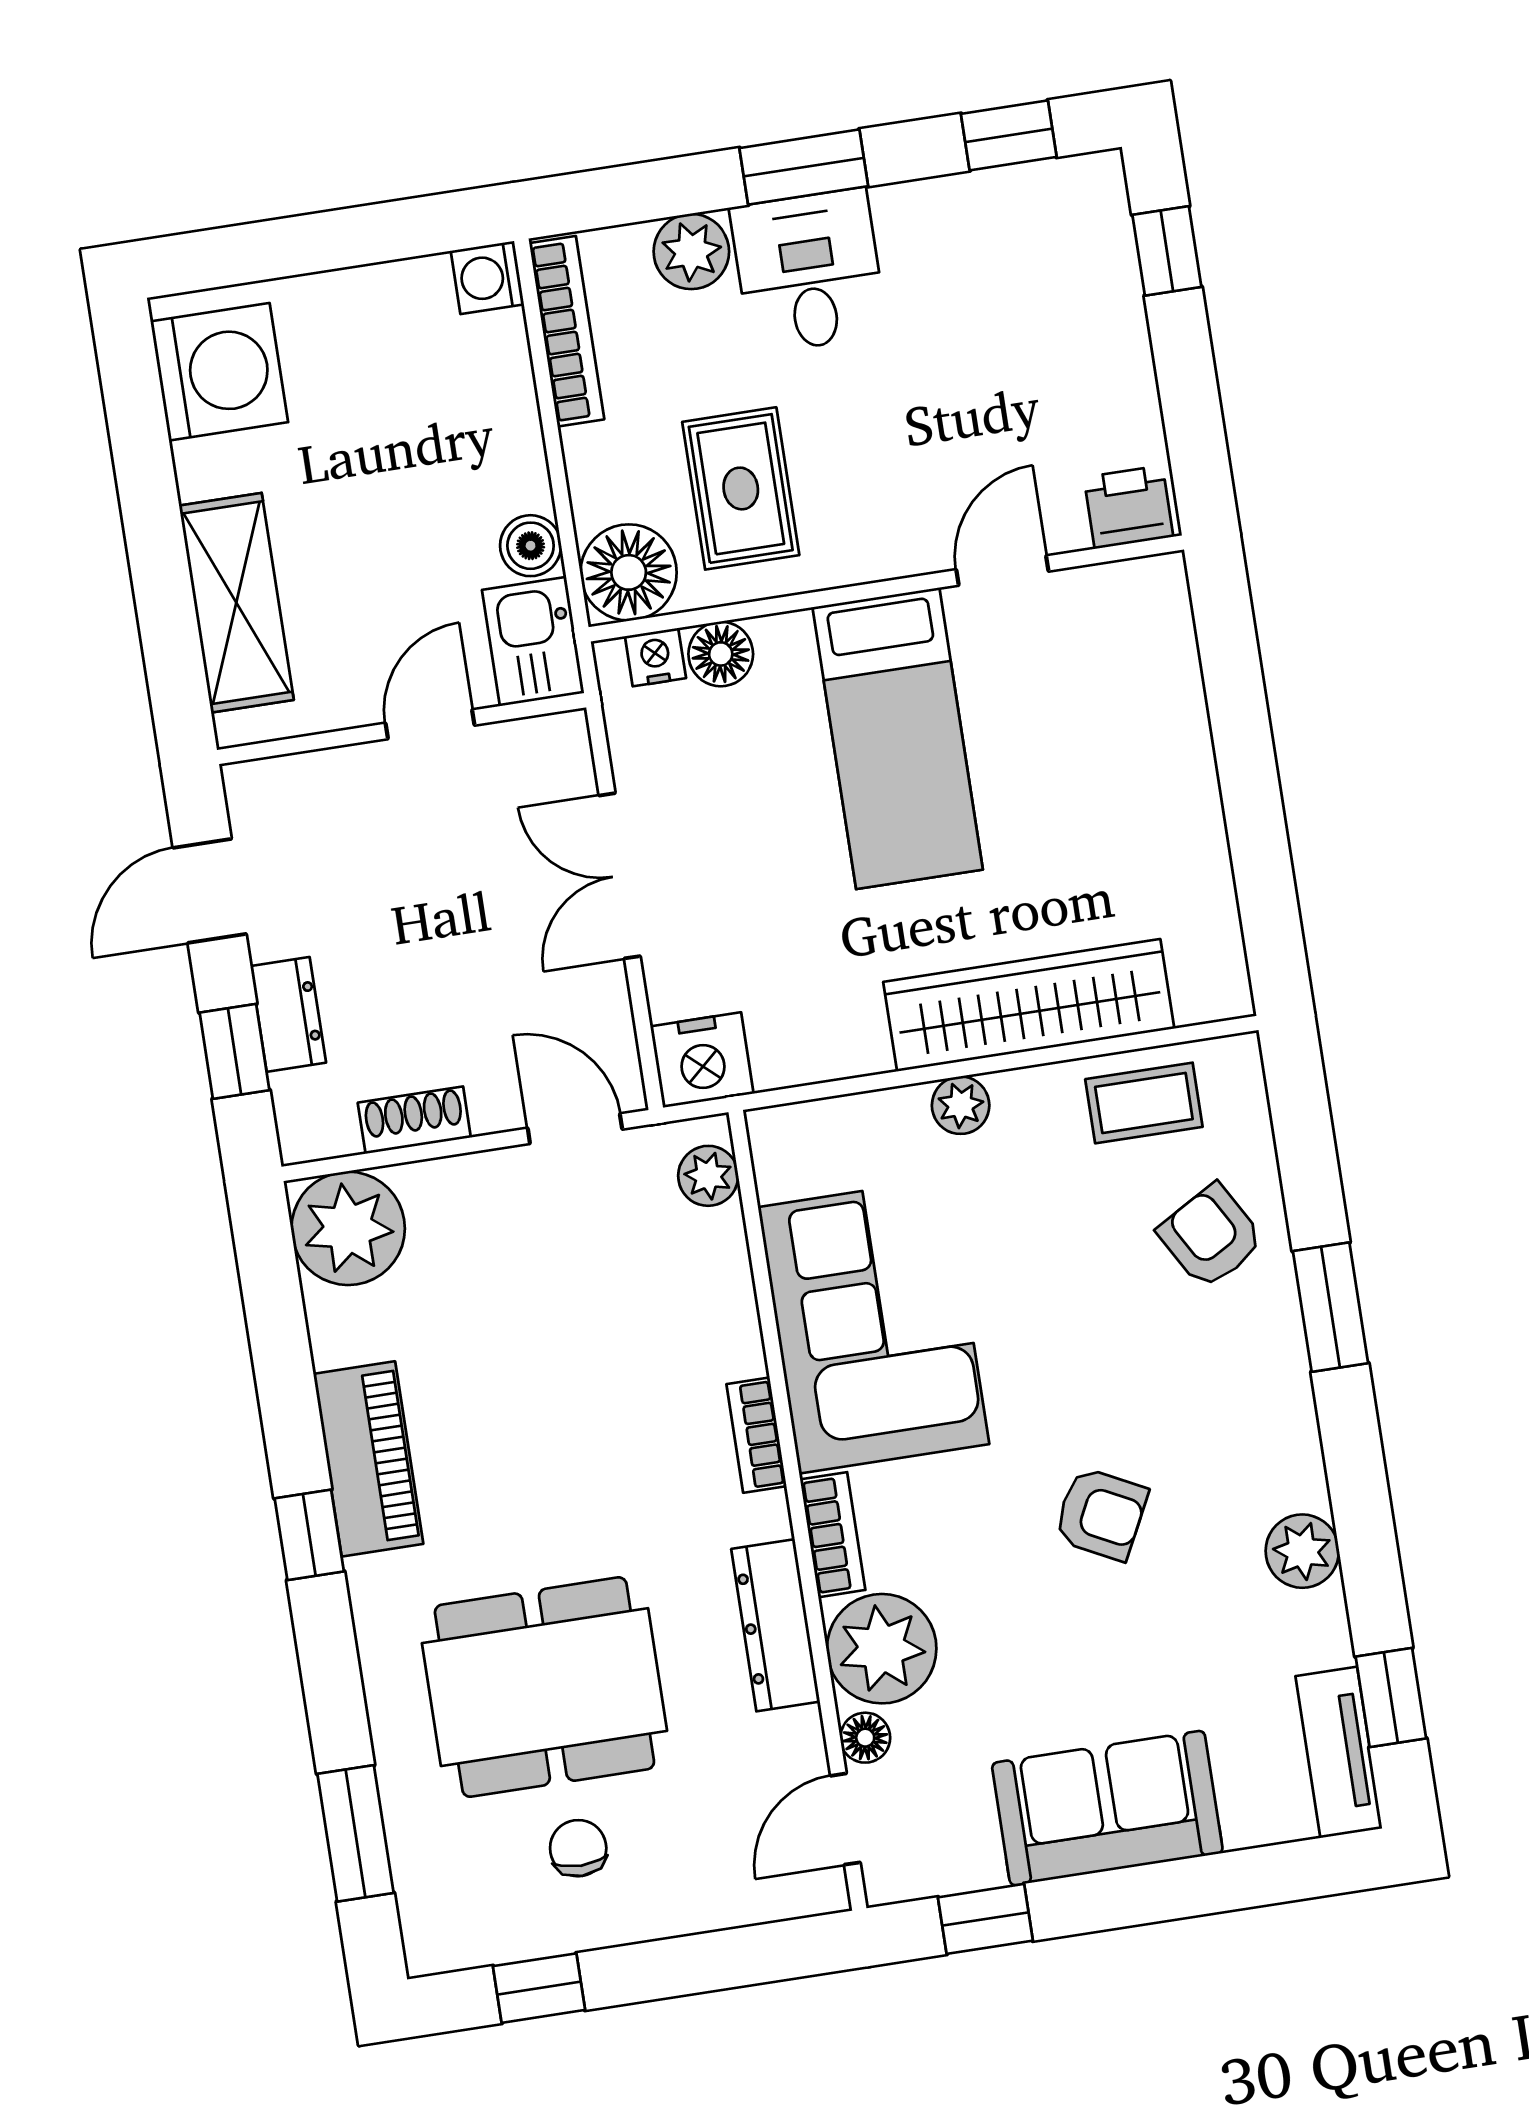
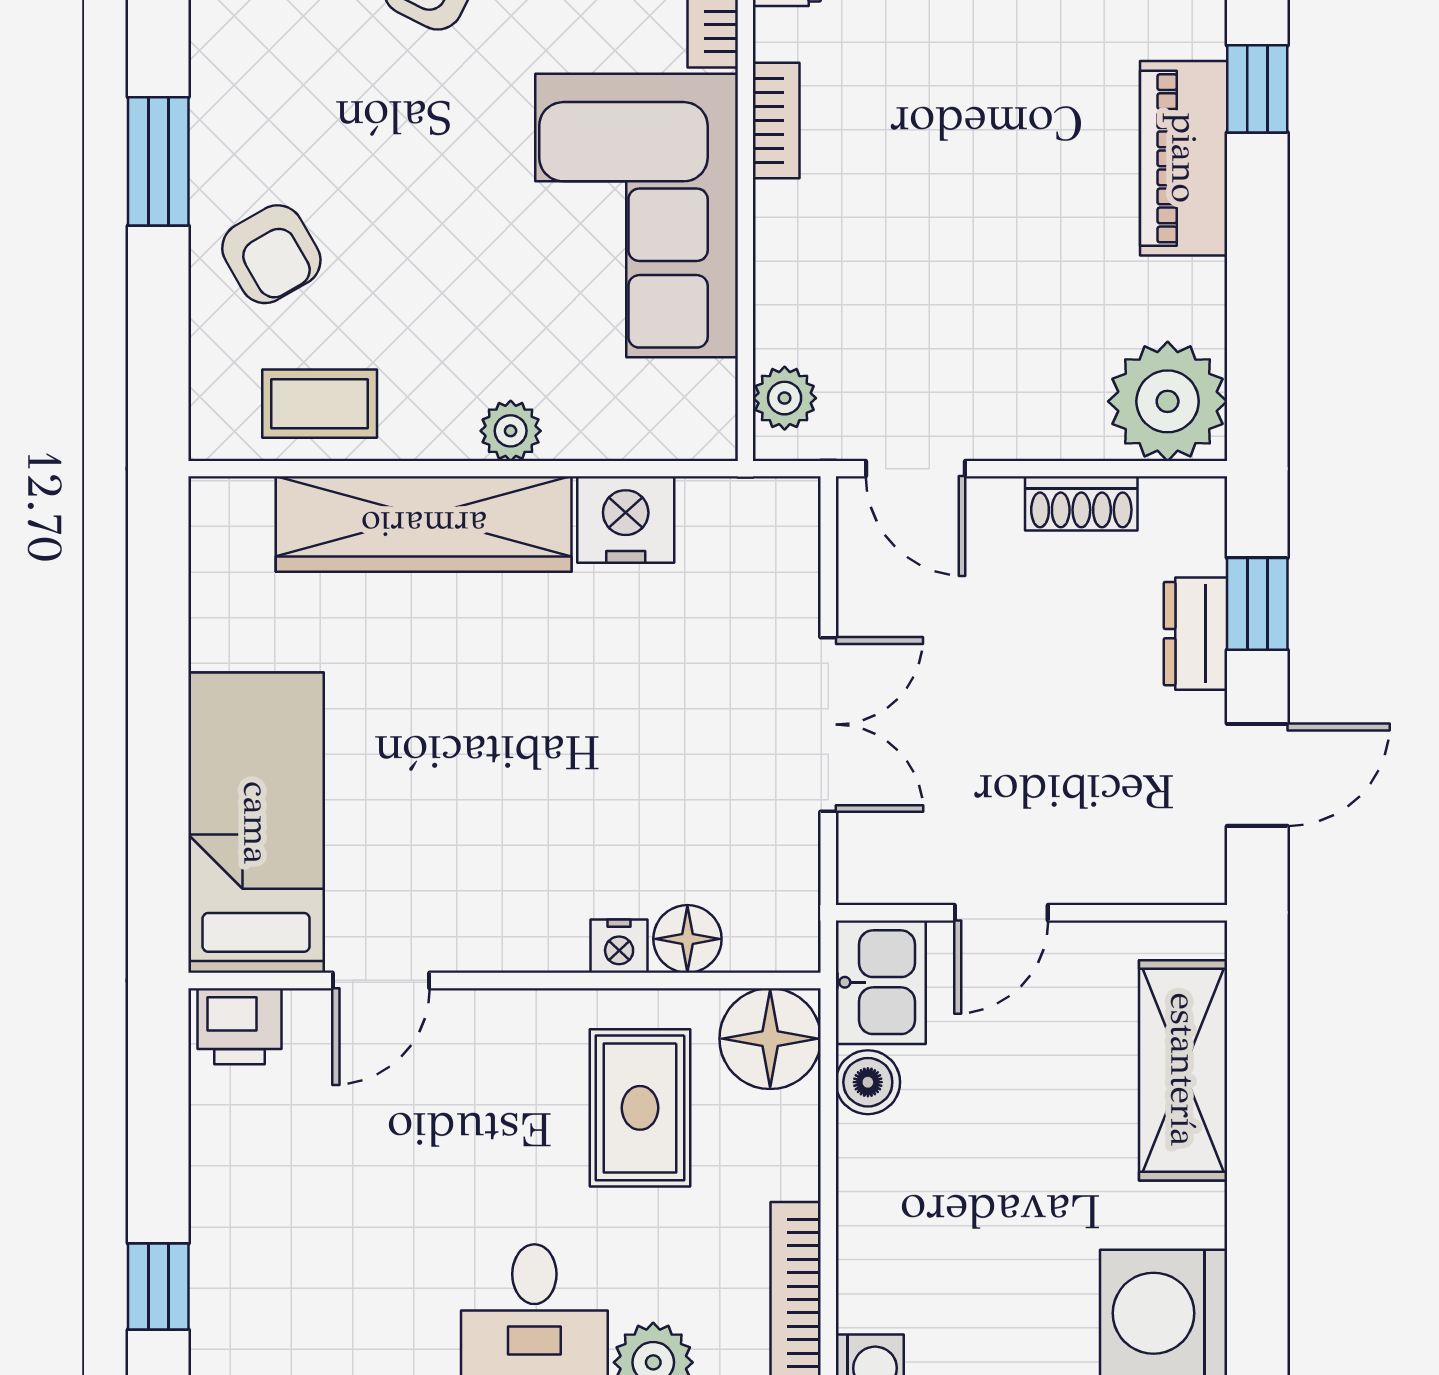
nightstand: (655, 657) -> (619, 946), moved
bed: (898, 738) -> (256, 823), moved
nightstand: (702, 1060) -> (626, 520), moved

